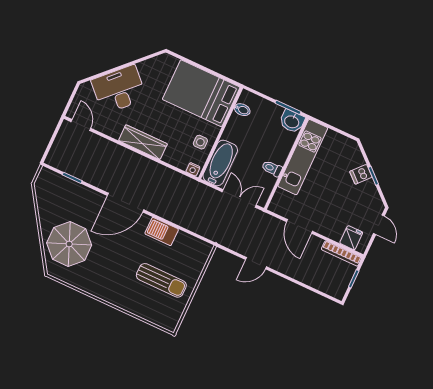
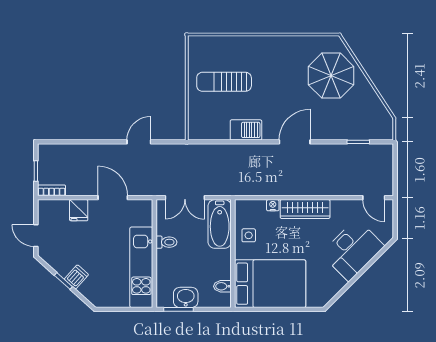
washbasin: (292, 121) -> (186, 297), moved
nightstand: (193, 169) -> (273, 205), moved
door: (126, 203) -> (295, 142), width x0.73
fridge: (351, 238) -> (79, 210), moved
bookcase: (341, 253) -> (52, 190), width x0.64

